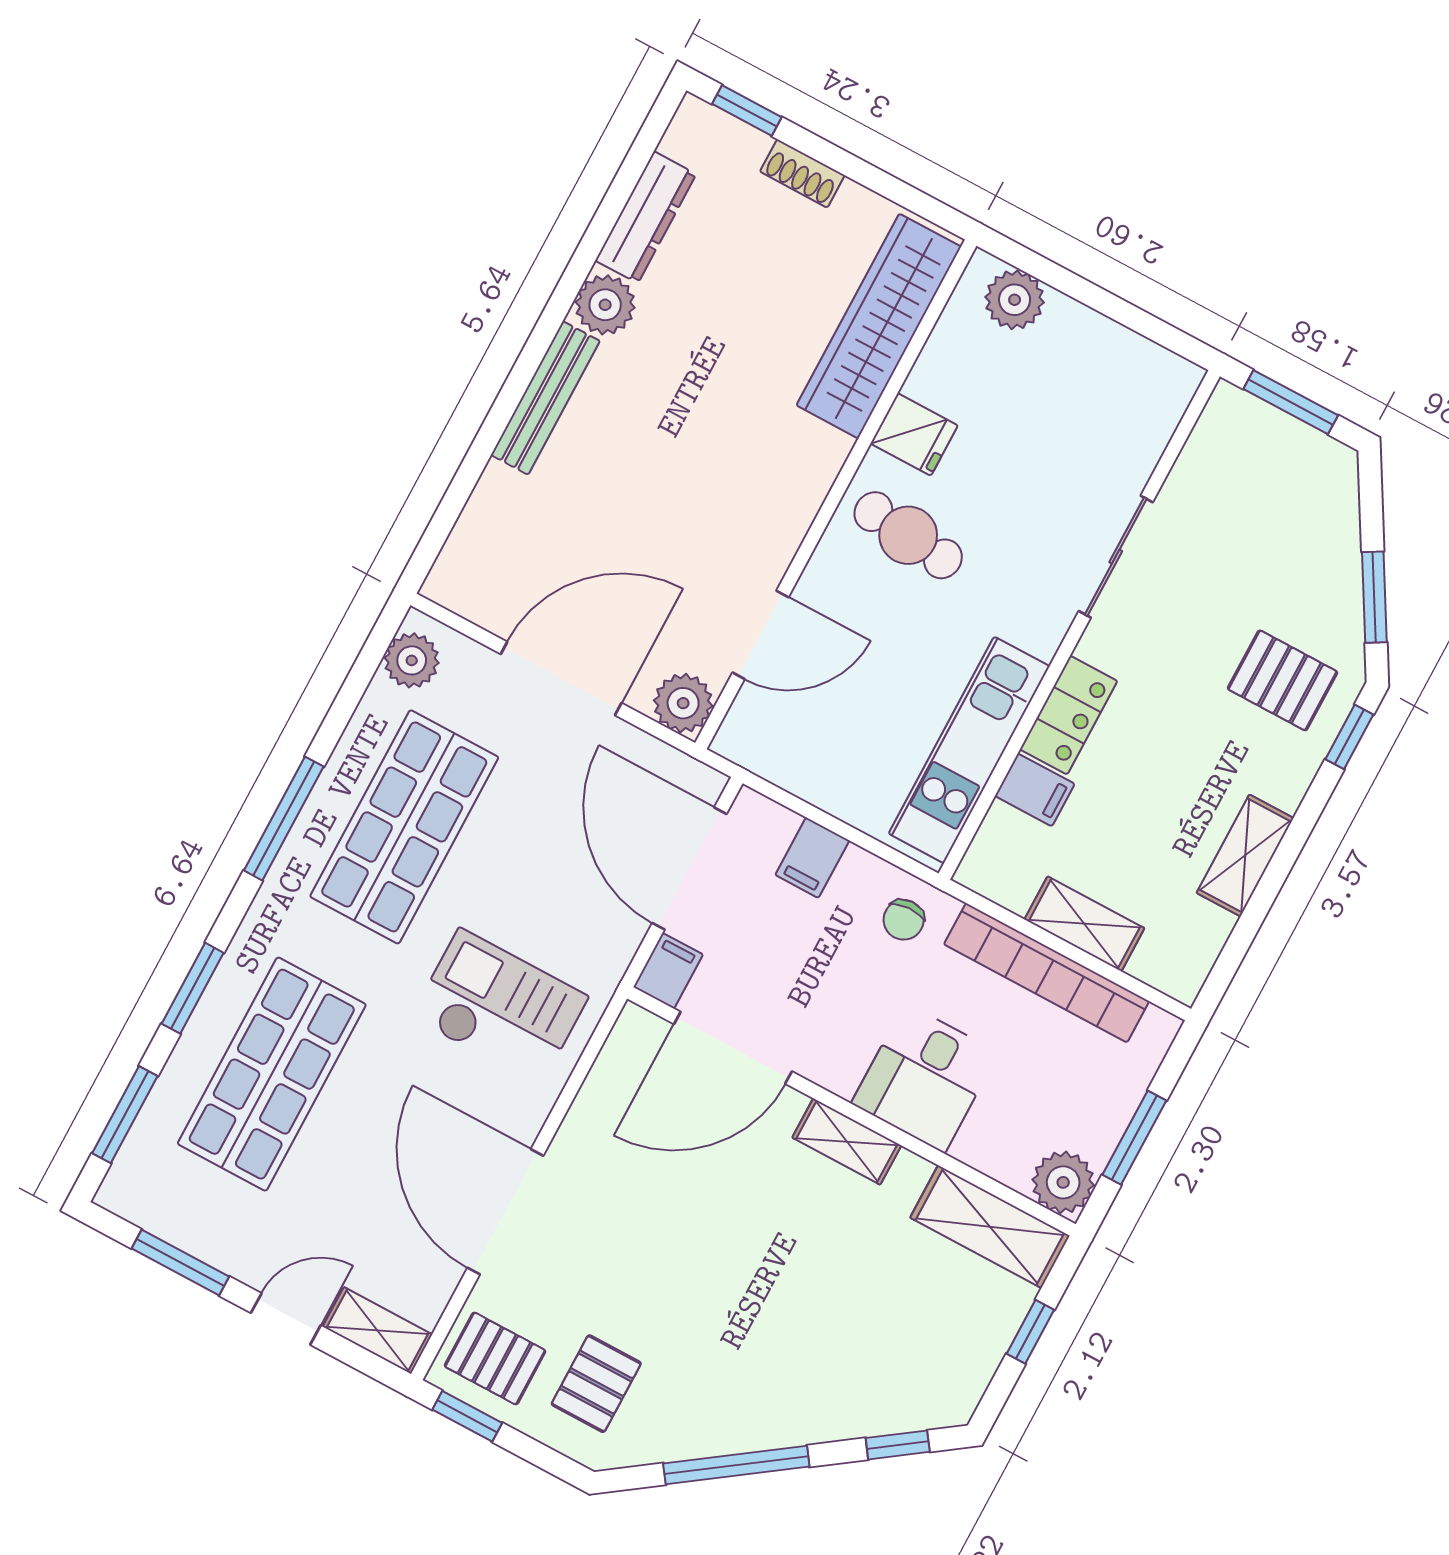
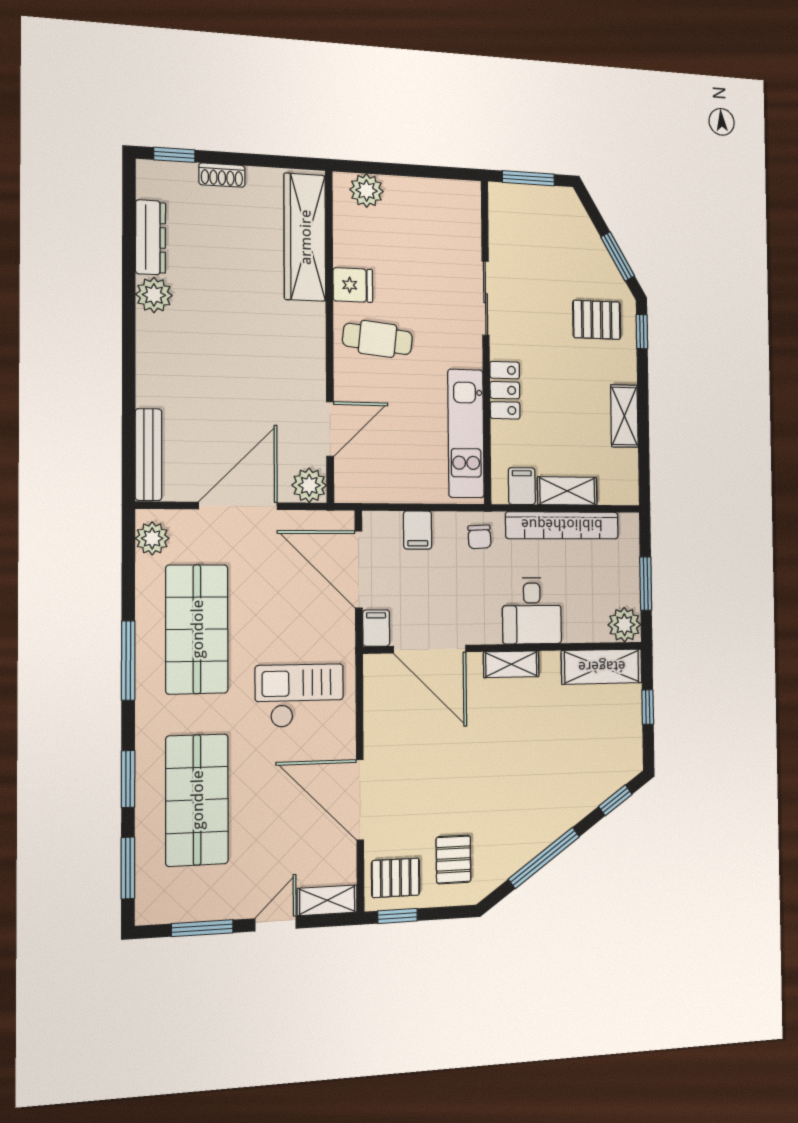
bench: (545, 398) -> (148, 455), moved
filing cabinet: (1035, 790) -> (522, 486), moved, turned -90
door: (733, 1048) -> (430, 649), hinge flipped

